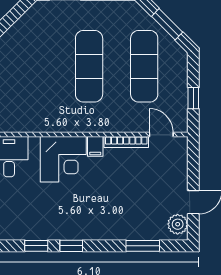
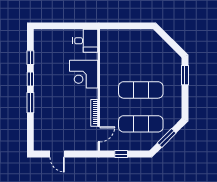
filing cabinet: (95, 146) -> (92, 94), removed
plant: (178, 224) -> (44, 144), removed
window: (143, 246) -> (30, 103), moved

